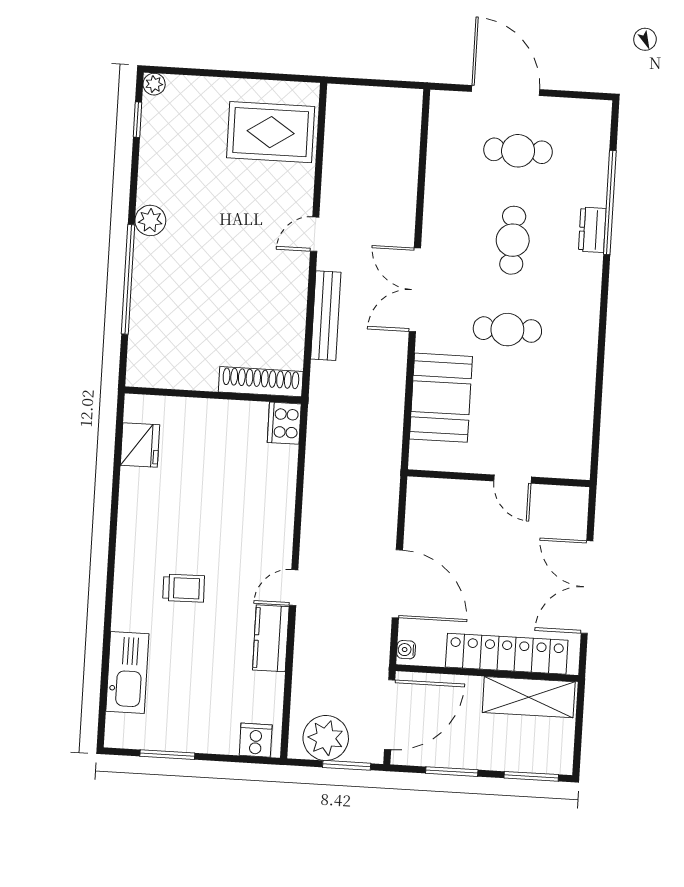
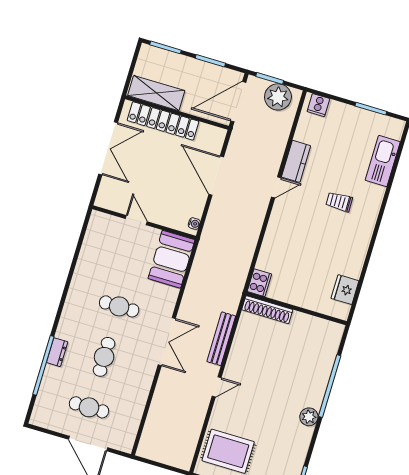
booth: (441, 398) -> (171, 259), moved
water cooler: (406, 650) -> (194, 224), moved

